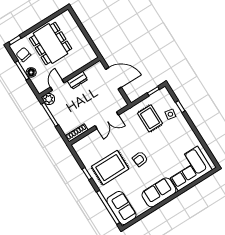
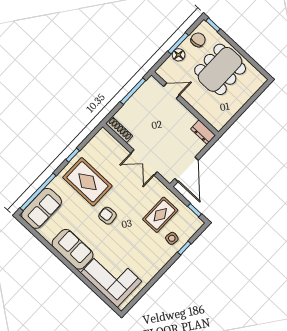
door: (114, 78) -> (187, 169), moved
dresser: (77, 80) -> (203, 132), moved
plant: (49, 99) -> (152, 85), removed

